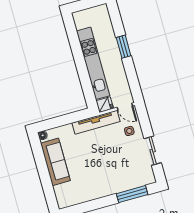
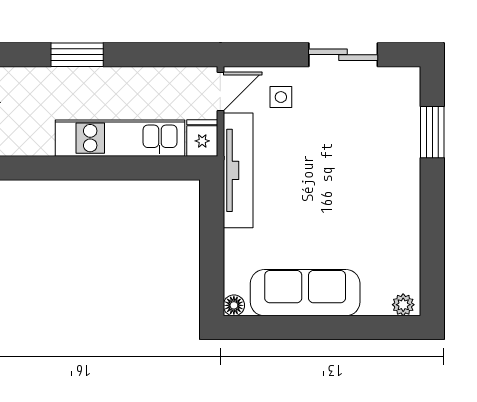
kitchen unit: (93, 63) -> (120, 138), width x0.73
window: (132, 194) -> (432, 132), width x0.69
plant: (61, 202) -> (403, 305), added

